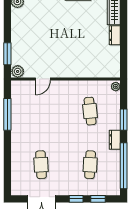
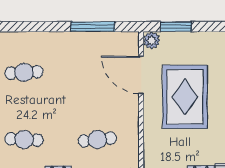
rug: (59, 47) -> (185, 97), added
door: (43, 79) -> (141, 75), width x1.88

